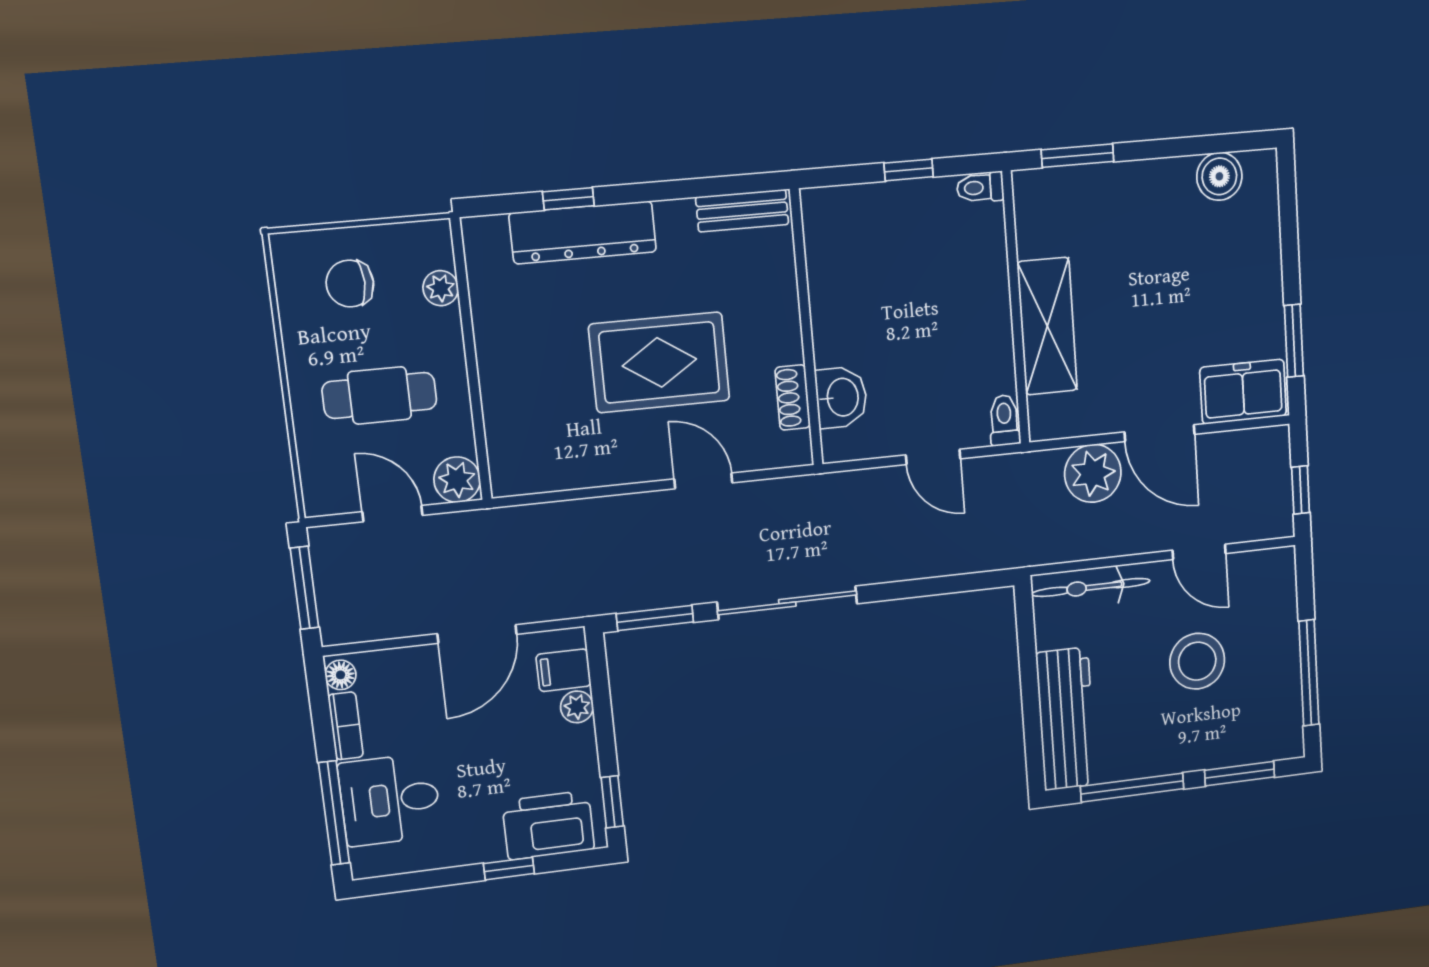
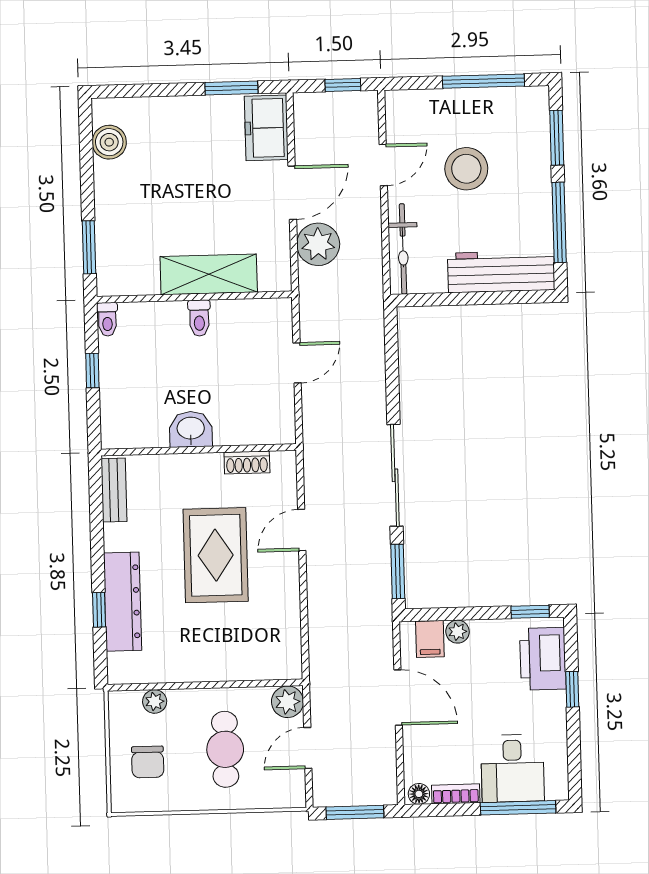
washbasin: (841, 397) -> (191, 429), moved
toilet: (1004, 420) -> (199, 318), moved, turned -90

